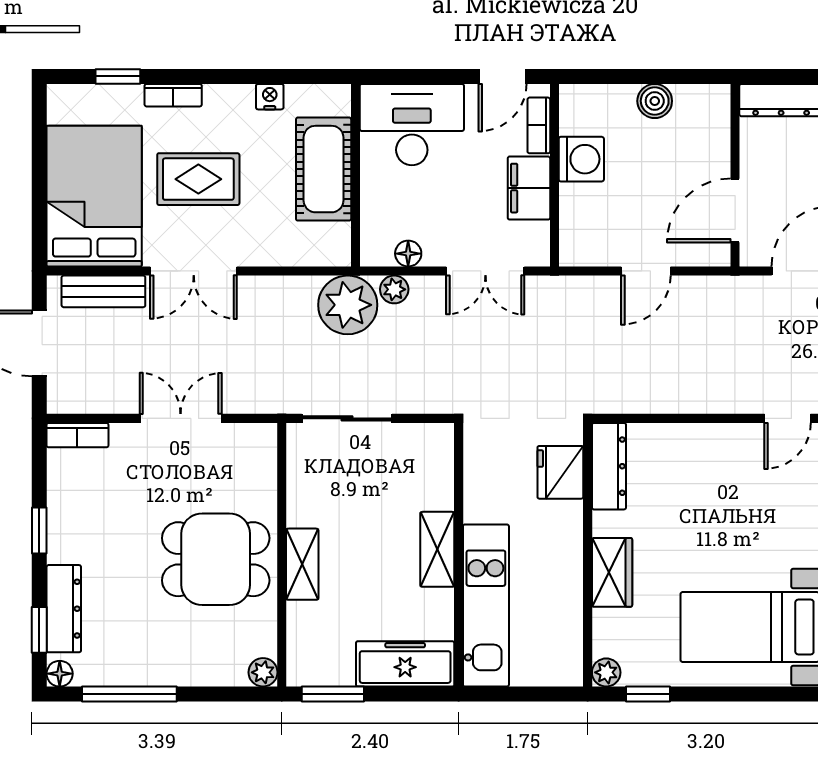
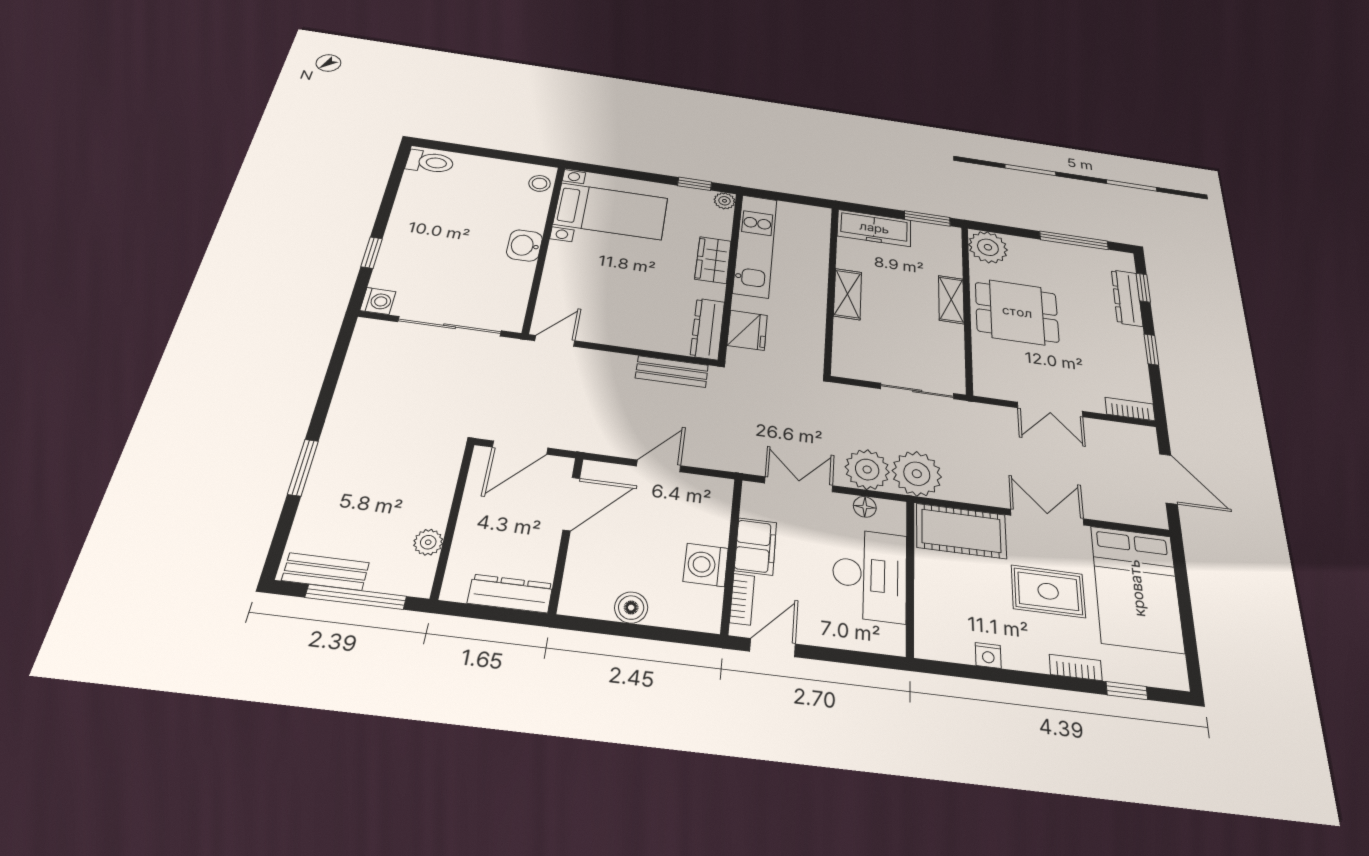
desk: (412, 125) -> (870, 575), moved, turned -90
cot: (324, 169) -> (961, 531), moved, turned 90
plant: (394, 289) -> (867, 470), width x1.87, depth x1.87
bench: (103, 291) -> (672, 372), moved
kitchen unit: (486, 605) -> (755, 246), moved, turned 180
plant: (263, 672) -> (988, 247), width x1.88, depth x1.88
floor lamp: (60, 674) -> (1125, 260), removed

